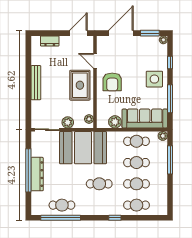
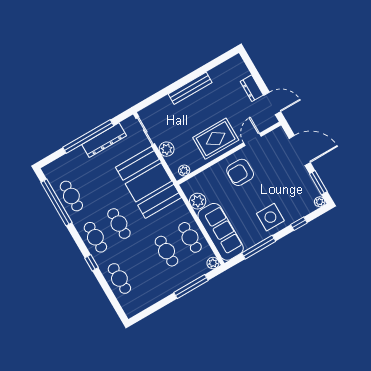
dresser: (50, 41) -> (252, 88), moved
dresser: (37, 174) -> (104, 140), moved
cafe table: (137, 184) -> (95, 237), moved

